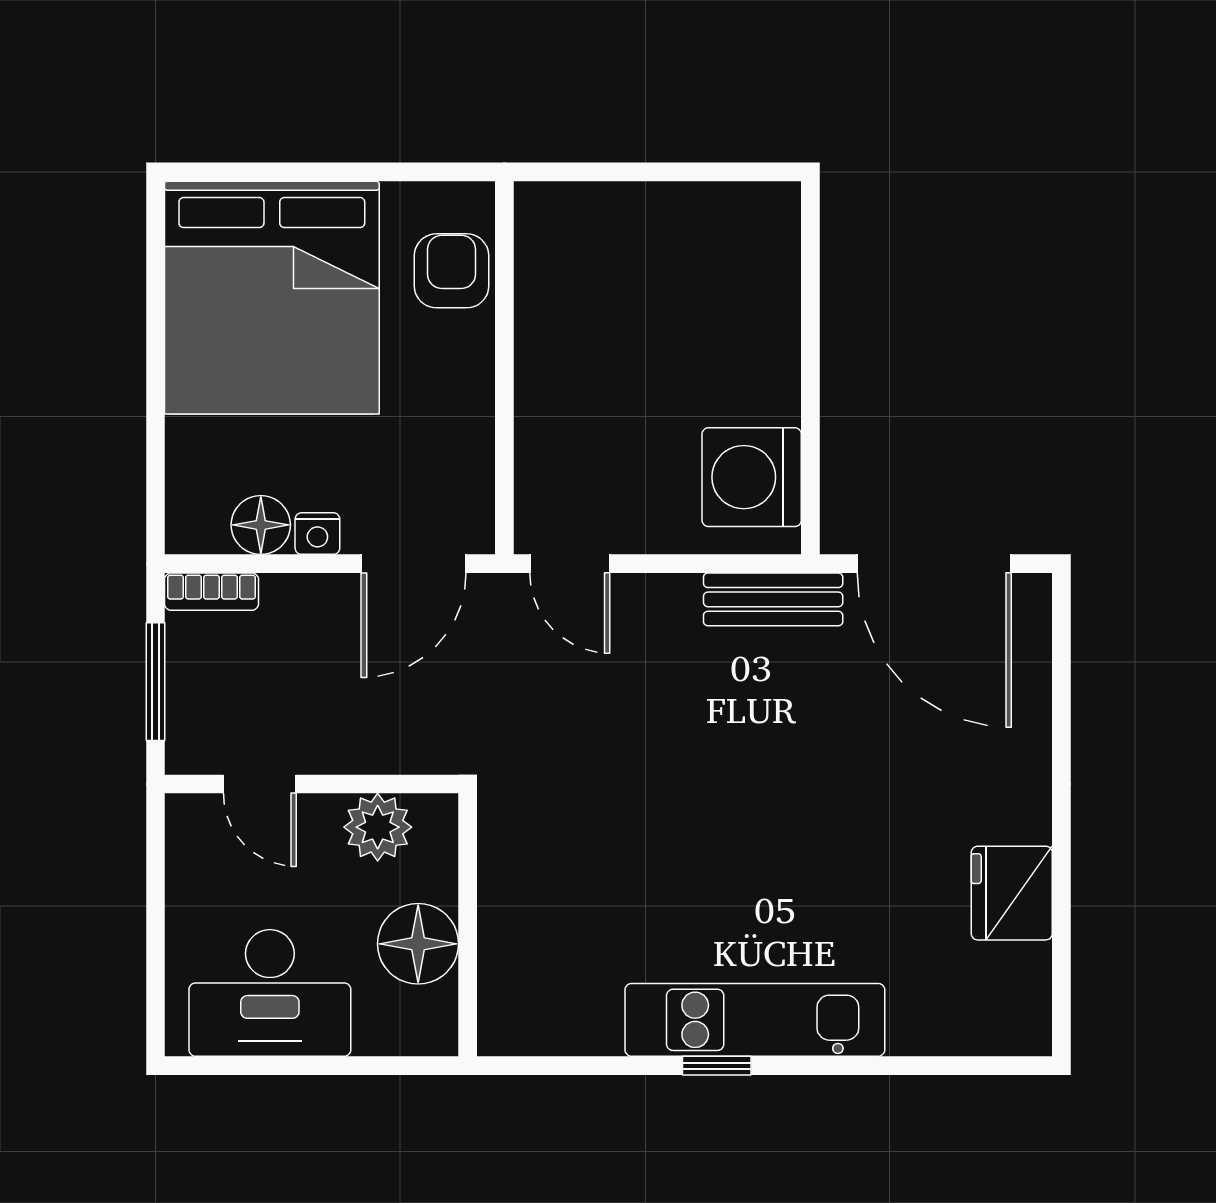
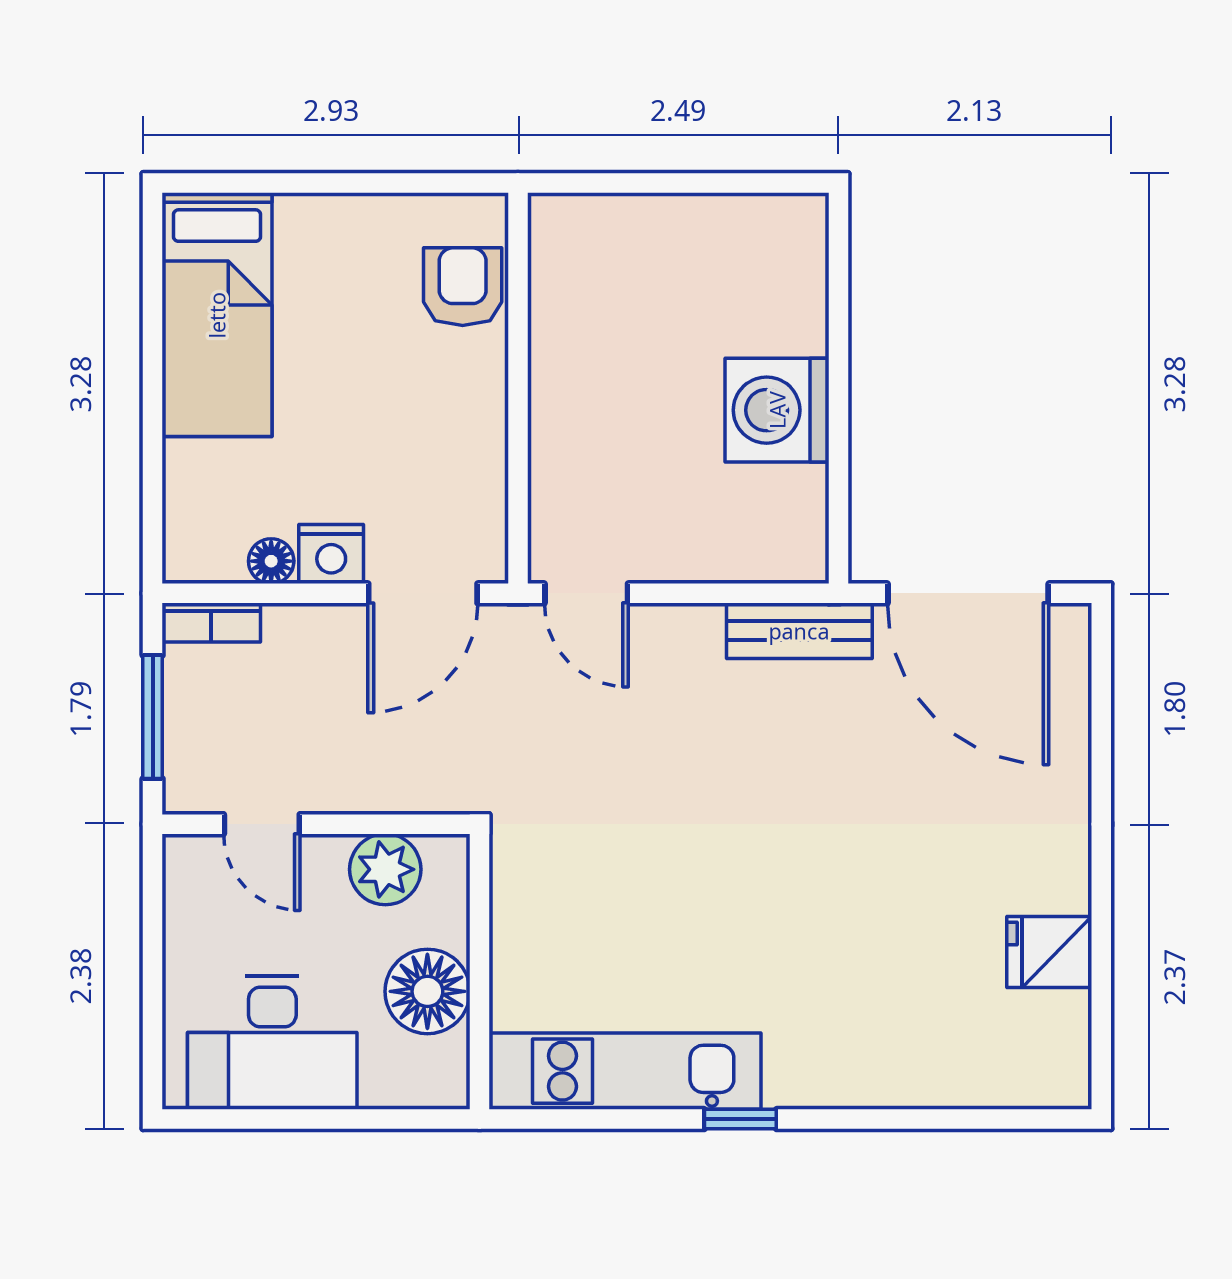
bed: (272, 298) -> (217, 315), width x0.49
washing machine: (752, 477) -> (777, 410), moved
floor lamp: (261, 525) -> (271, 561), width x0.73, depth x0.73
nightstand: (317, 534) -> (331, 554), width x1.39, depth x1.35
fridge: (1012, 893) -> (1049, 952), width x0.72
kitchen unit: (755, 1020) -> (625, 1071), moved

